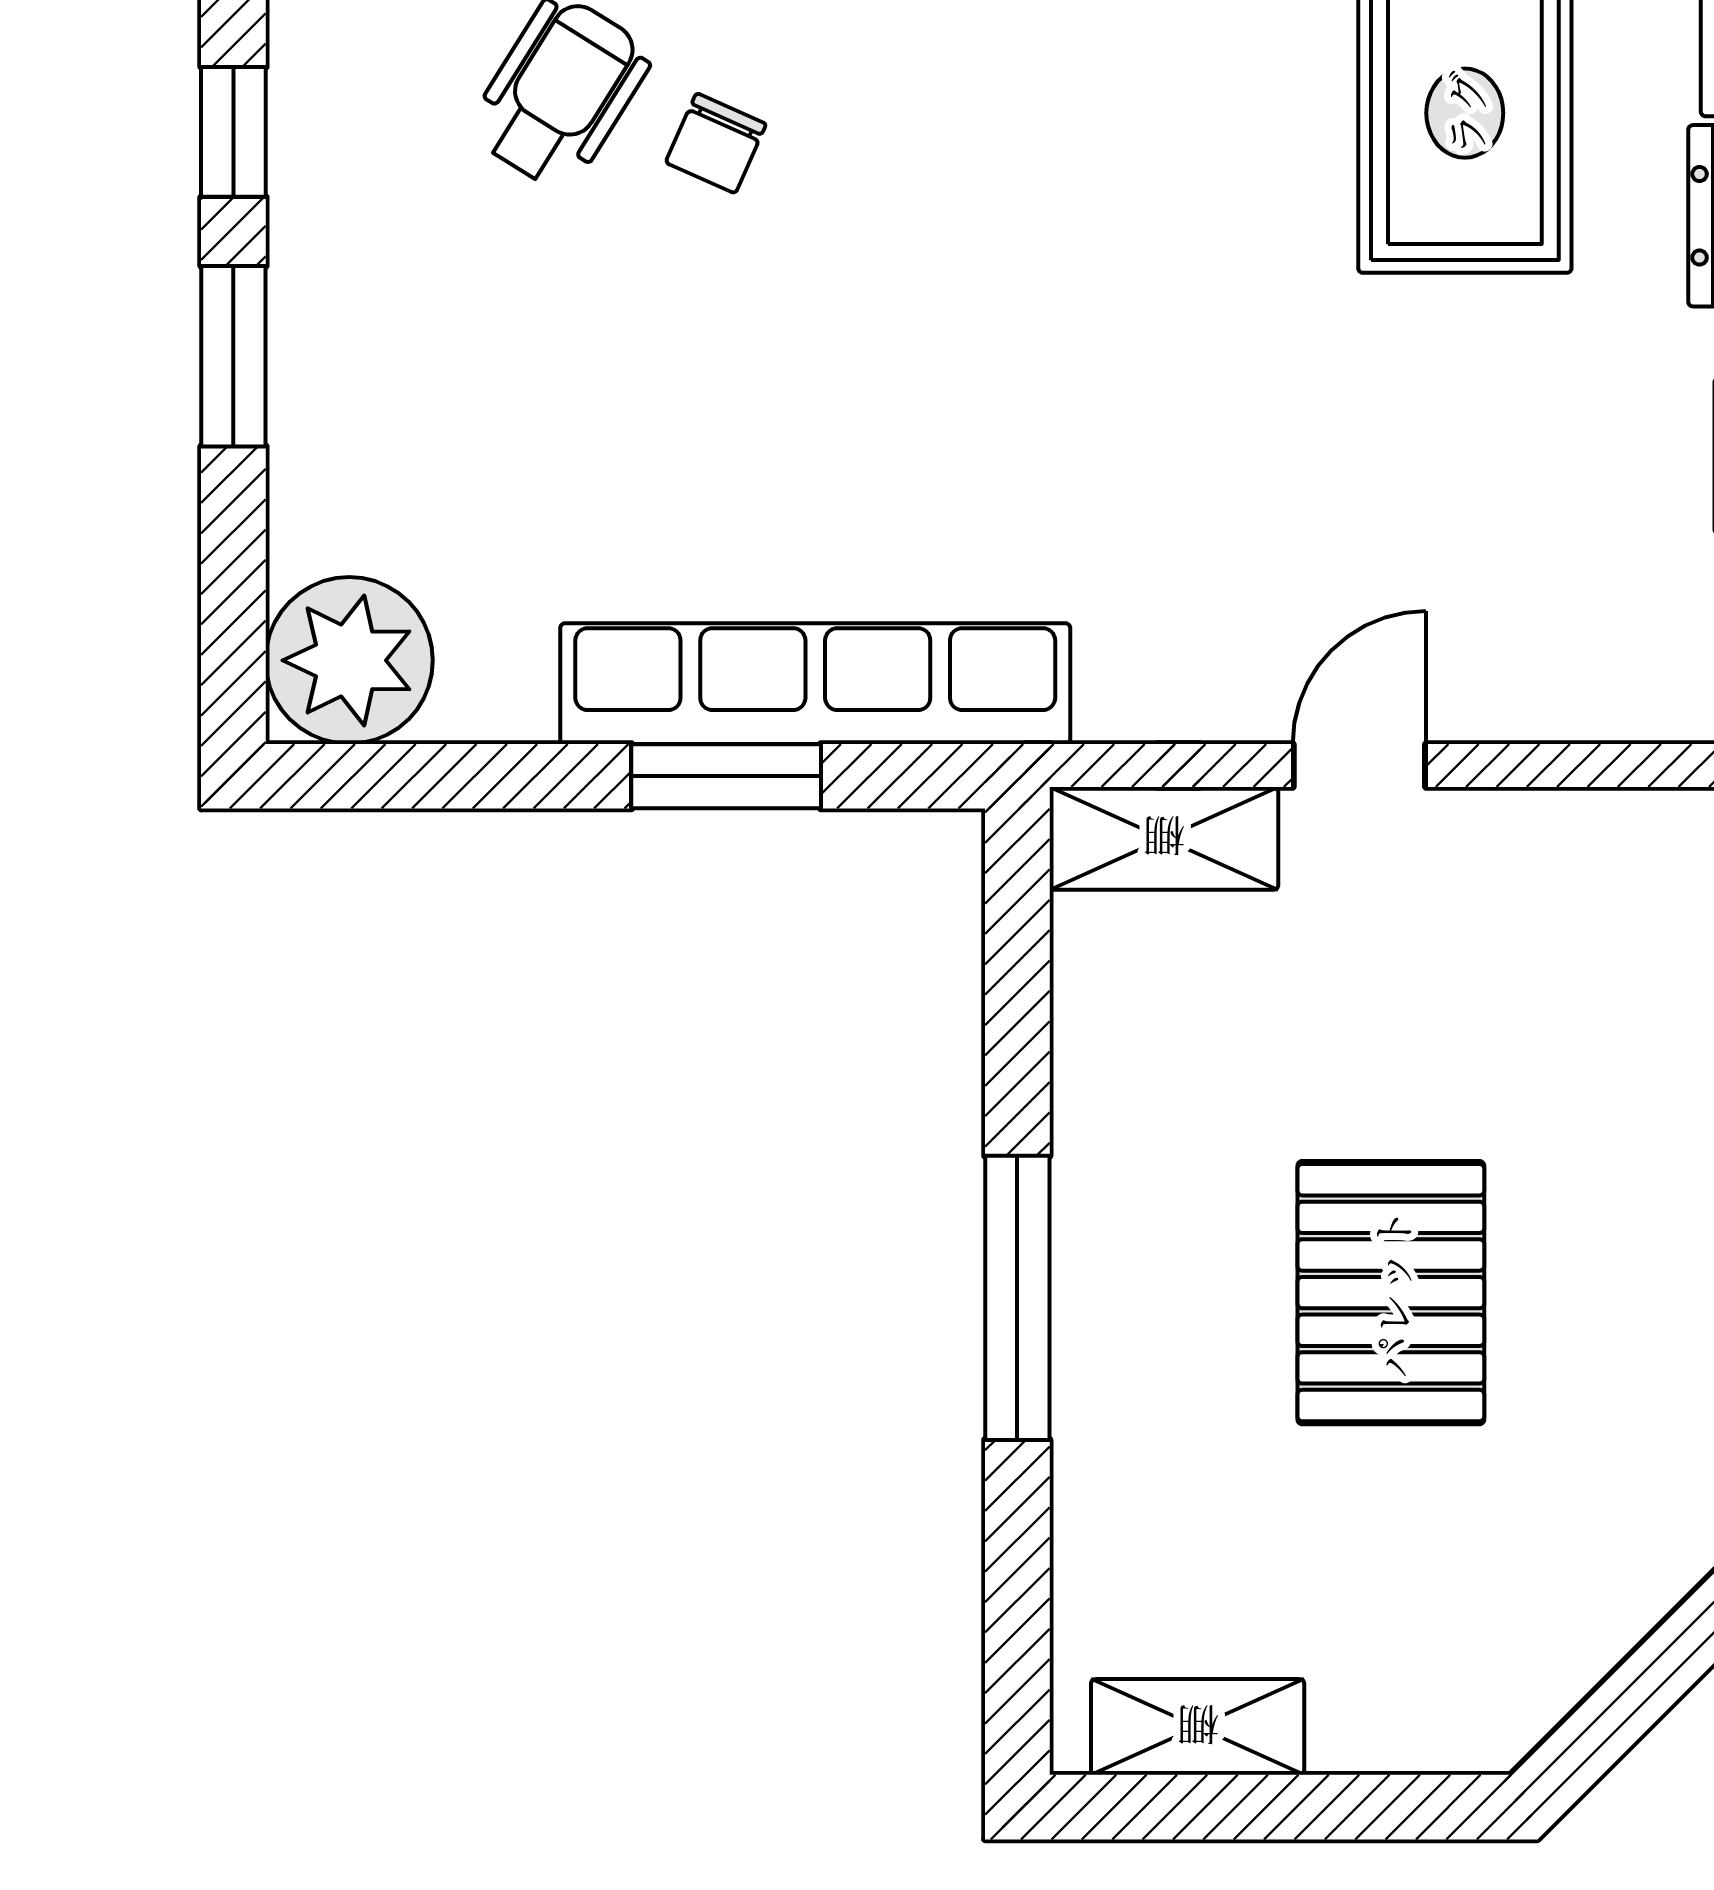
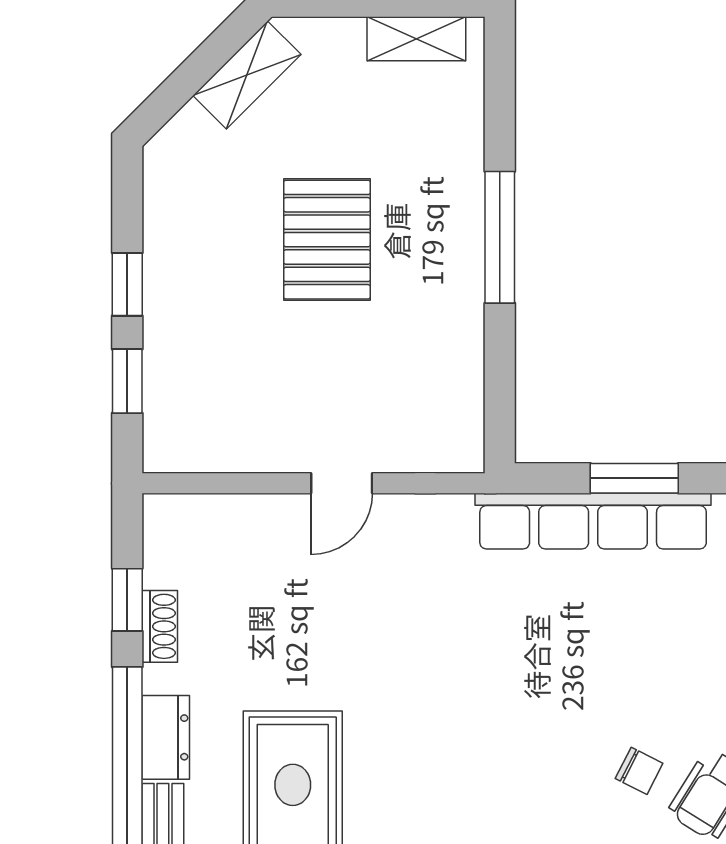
chair: (716, 143) -> (639, 771), turned 93
shelving: (1164, 838) -> (247, 75), moved, turned -45

